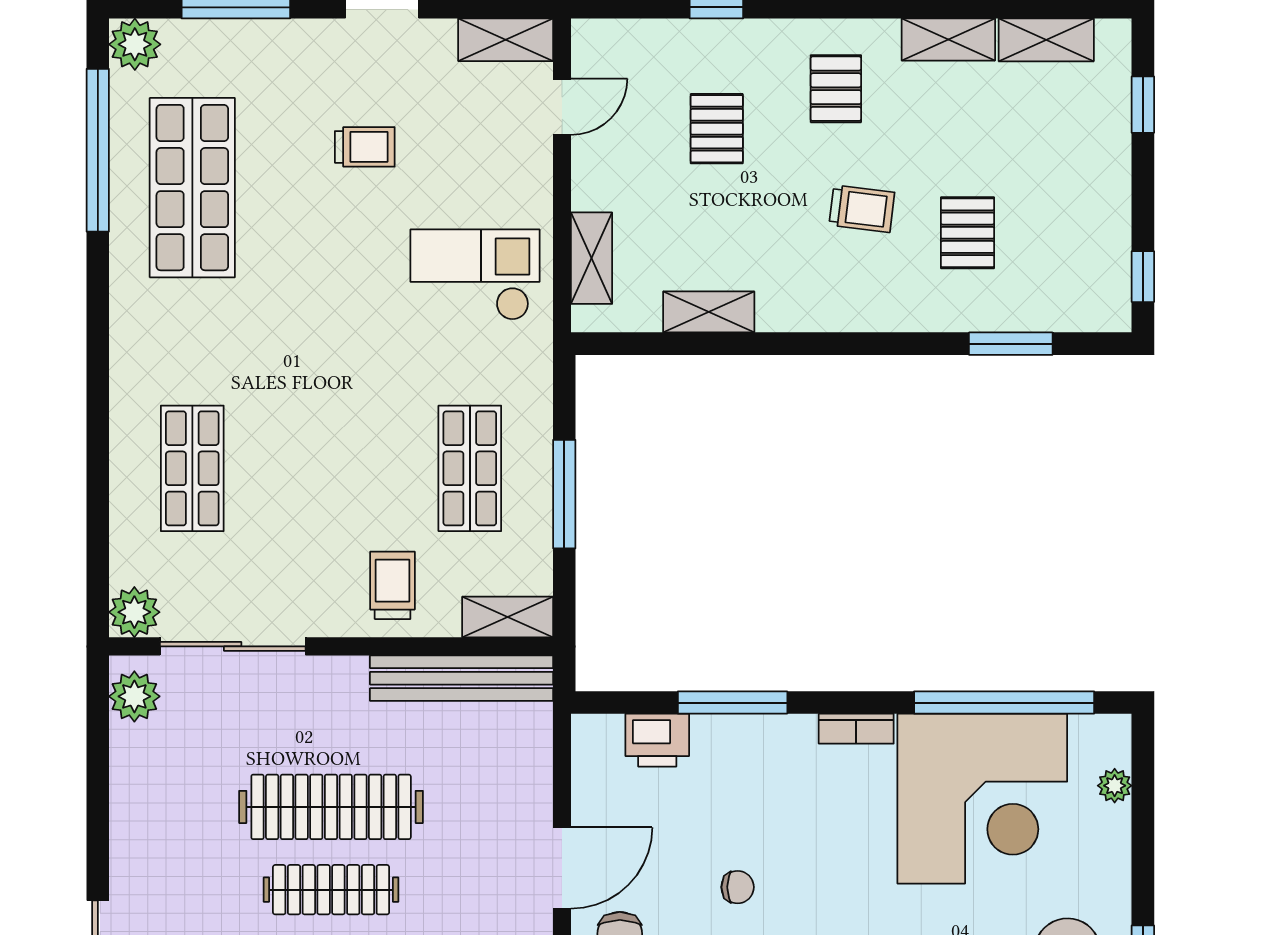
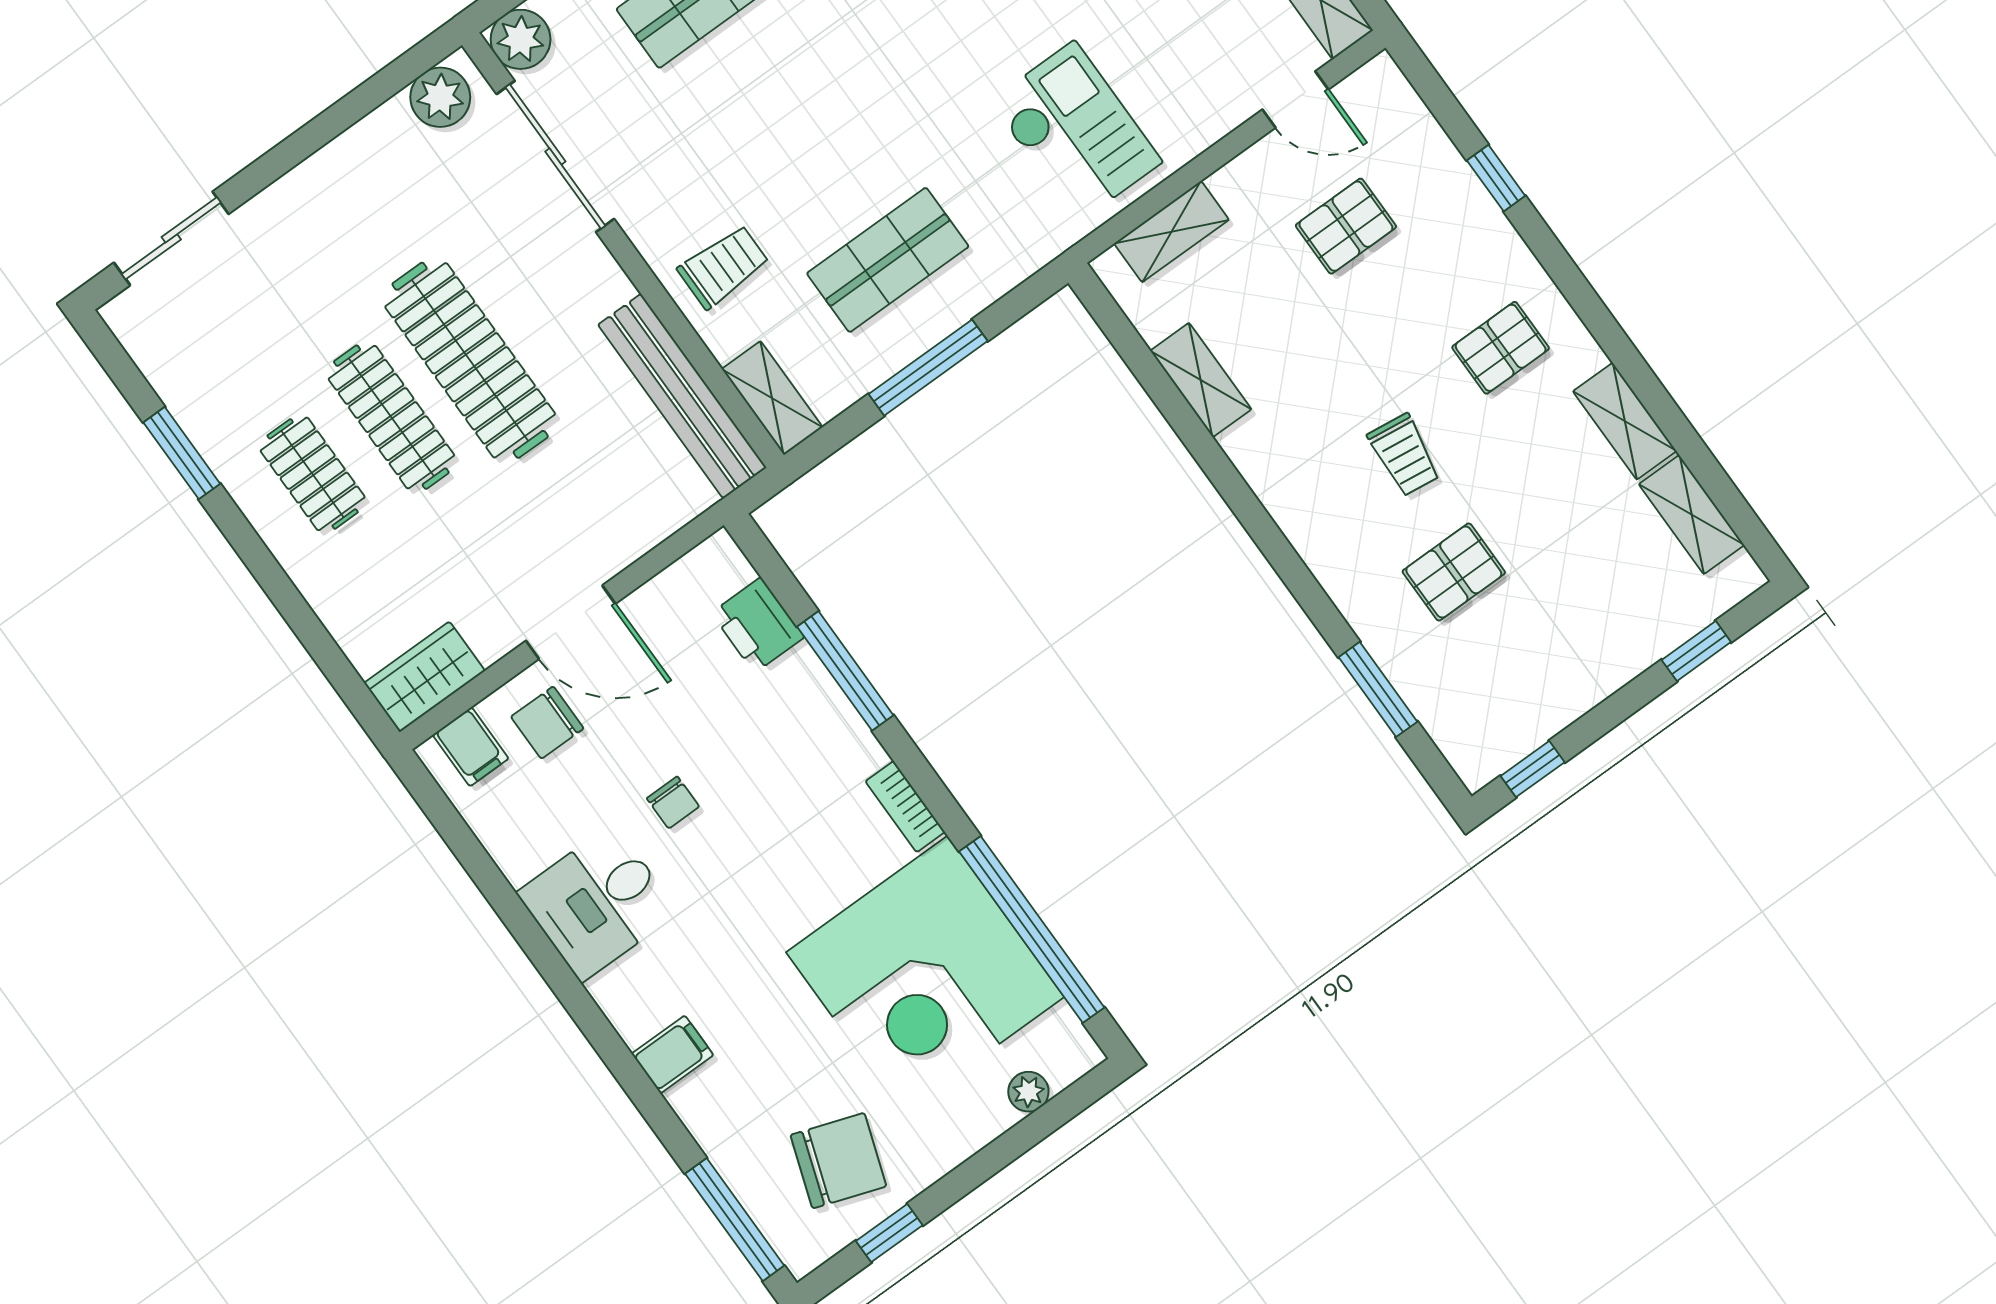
pallet: (717, 129) -> (1346, 226), moved

